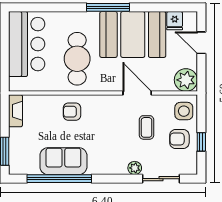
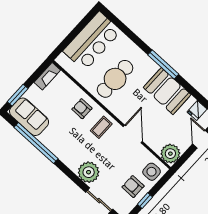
booth: (133, 34) -> (167, 91), width x0.73, depth x0.70
coffee table: (147, 127) -> (101, 127), moved
sofa: (63, 161) -> (29, 117), moved
plant: (135, 168) -> (89, 172), width x1.88, depth x1.88

